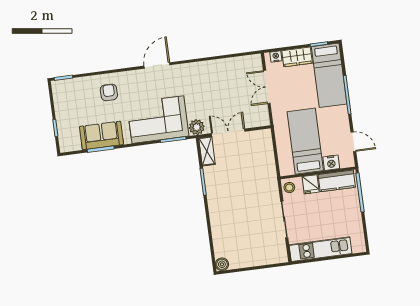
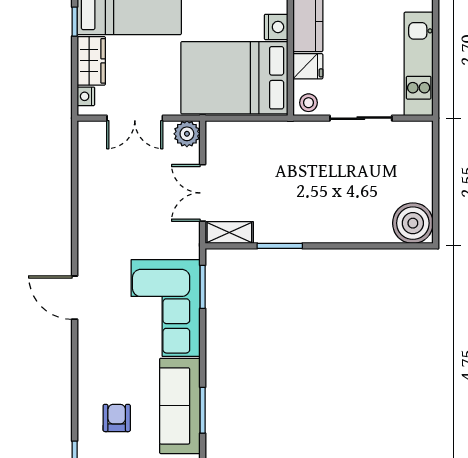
armchair: (109, 92) -> (117, 418), moved, turned 90
plant: (197, 127) -> (187, 134), moved
sofa: (101, 135) -> (180, 406), width x1.36
bed: (305, 141) -> (234, 78), width x1.50
boiler: (222, 264) -> (413, 223), width x1.86, depth x1.86

